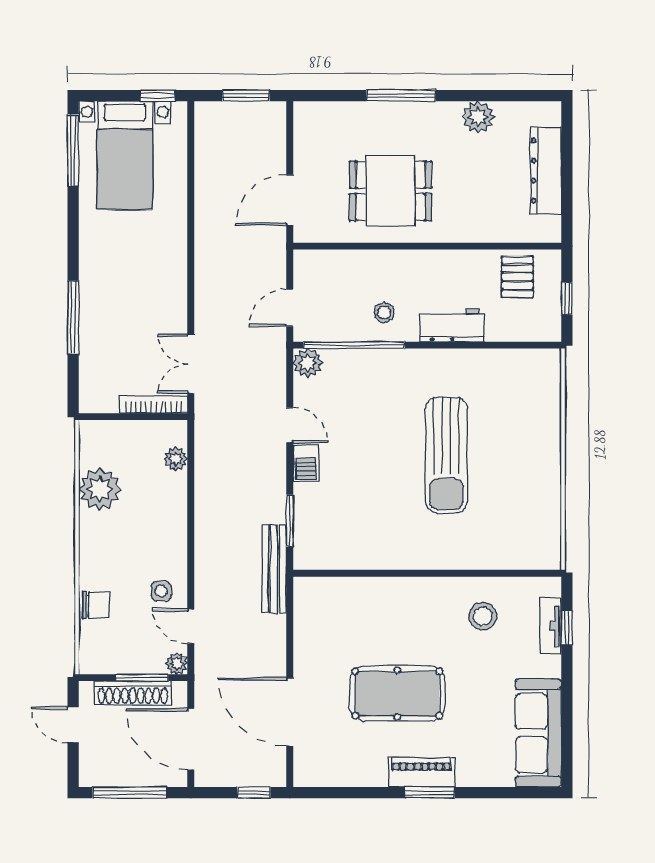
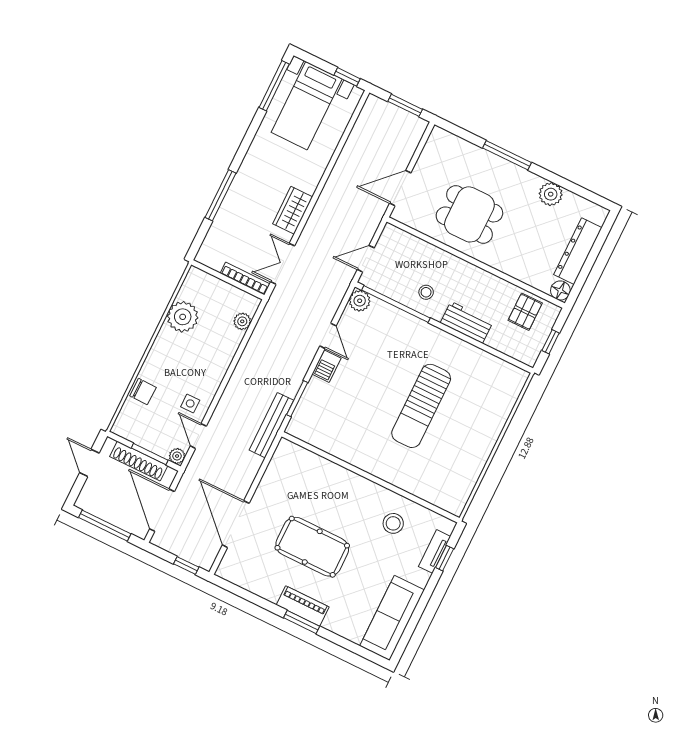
floor lamp: (548, 230) -> (560, 291), added
wardrobe: (171, 292) -> (293, 210), added

